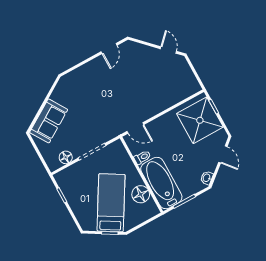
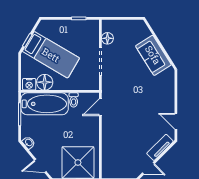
tv unit: (142, 50) -> (160, 147), added
sofa: (49, 121) -> (153, 55), moved
nightstand: (151, 208) -> (29, 84), added

